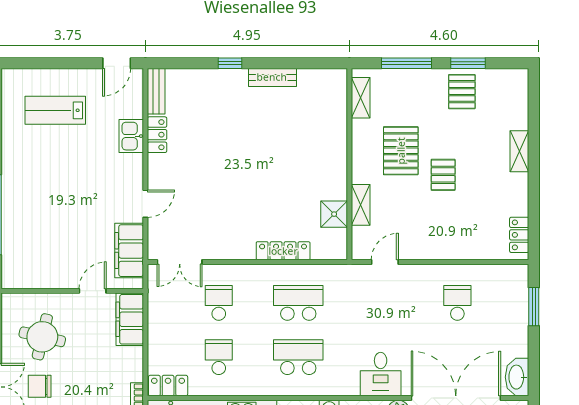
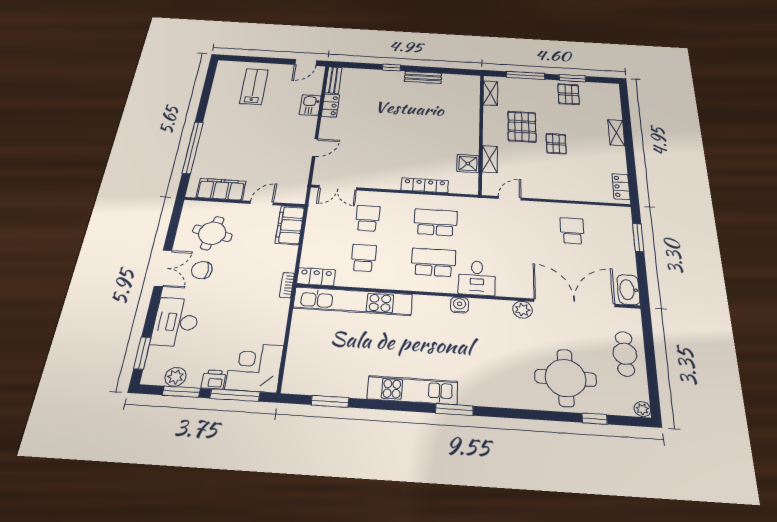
lab bench: (55, 110) -> (254, 86), turned 90
filing cabinet: (129, 251) -> (221, 189), moved, turned 90
desk: (381, 374) -> (477, 278), moved

